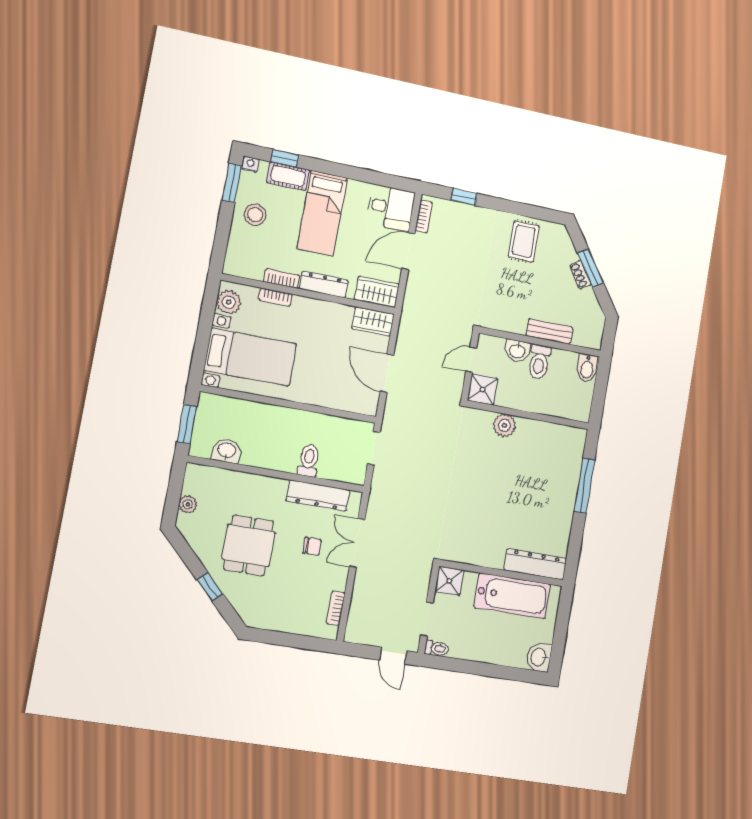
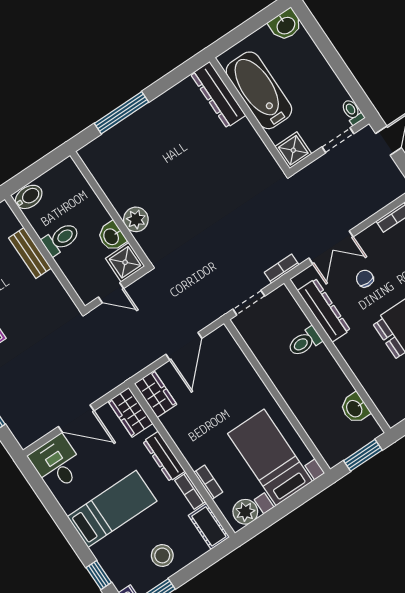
cot: (288, 176) -> (209, 526), moved
bookcase: (424, 217) -> (282, 269), moved
washbasin: (517, 351) -> (112, 236), moved, turned 180

